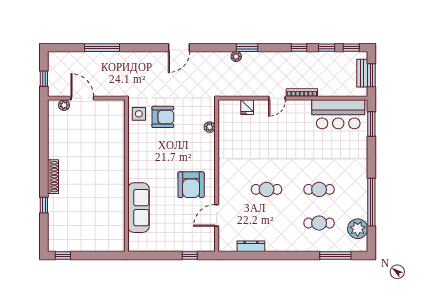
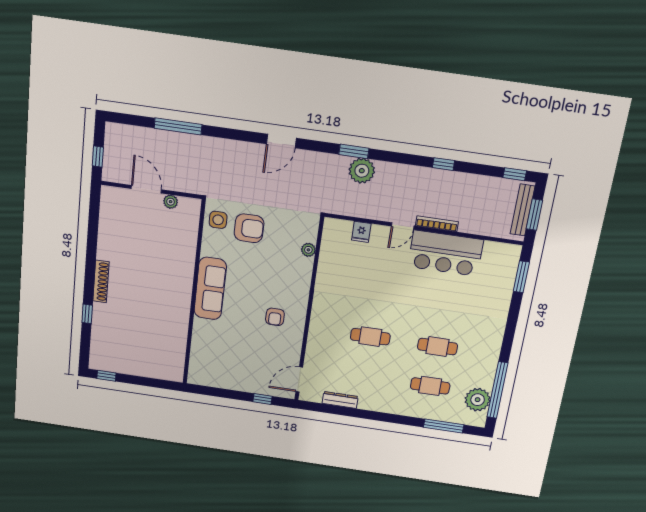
window: (247, 48) -> (354, 151), moved
window: (327, 48) -> (481, 169), removed
plant: (236, 57) -> (362, 171), width x1.87, depth x1.87
bench: (362, 73) -> (523, 210), width x1.36
plant: (64, 105) -> (171, 202), moved
bar counter: (338, 114) -> (445, 253), moved
armchair: (191, 185) -> (275, 317), width x0.53, depth x0.53
window: (371, 202) -> (497, 390), moved
sofa: (138, 208) -> (210, 289), moved
door: (217, 215) -> (299, 379), moved

